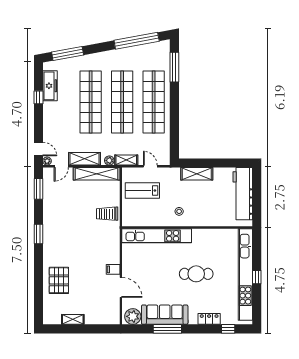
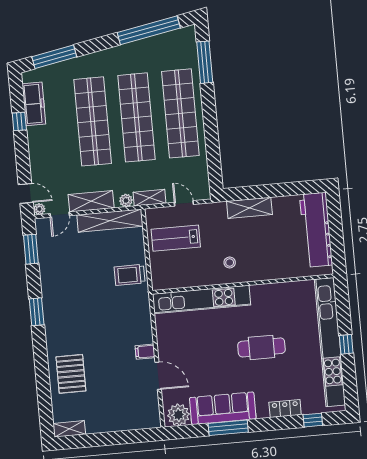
shelving: (73, 319) -> (69, 429), moved

